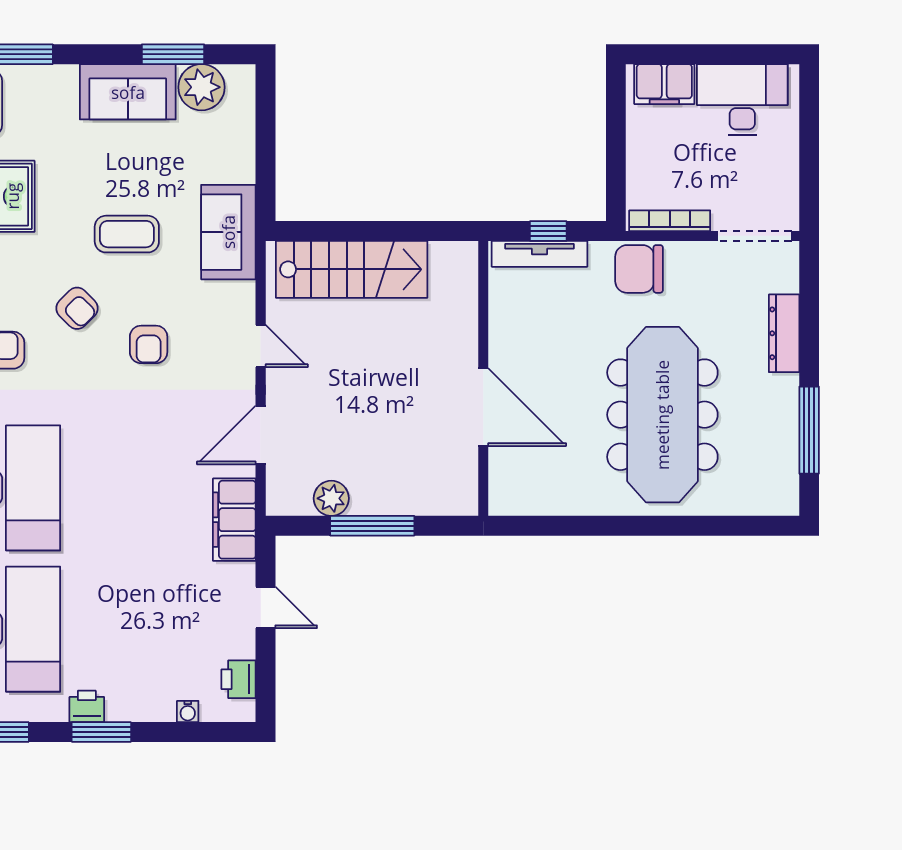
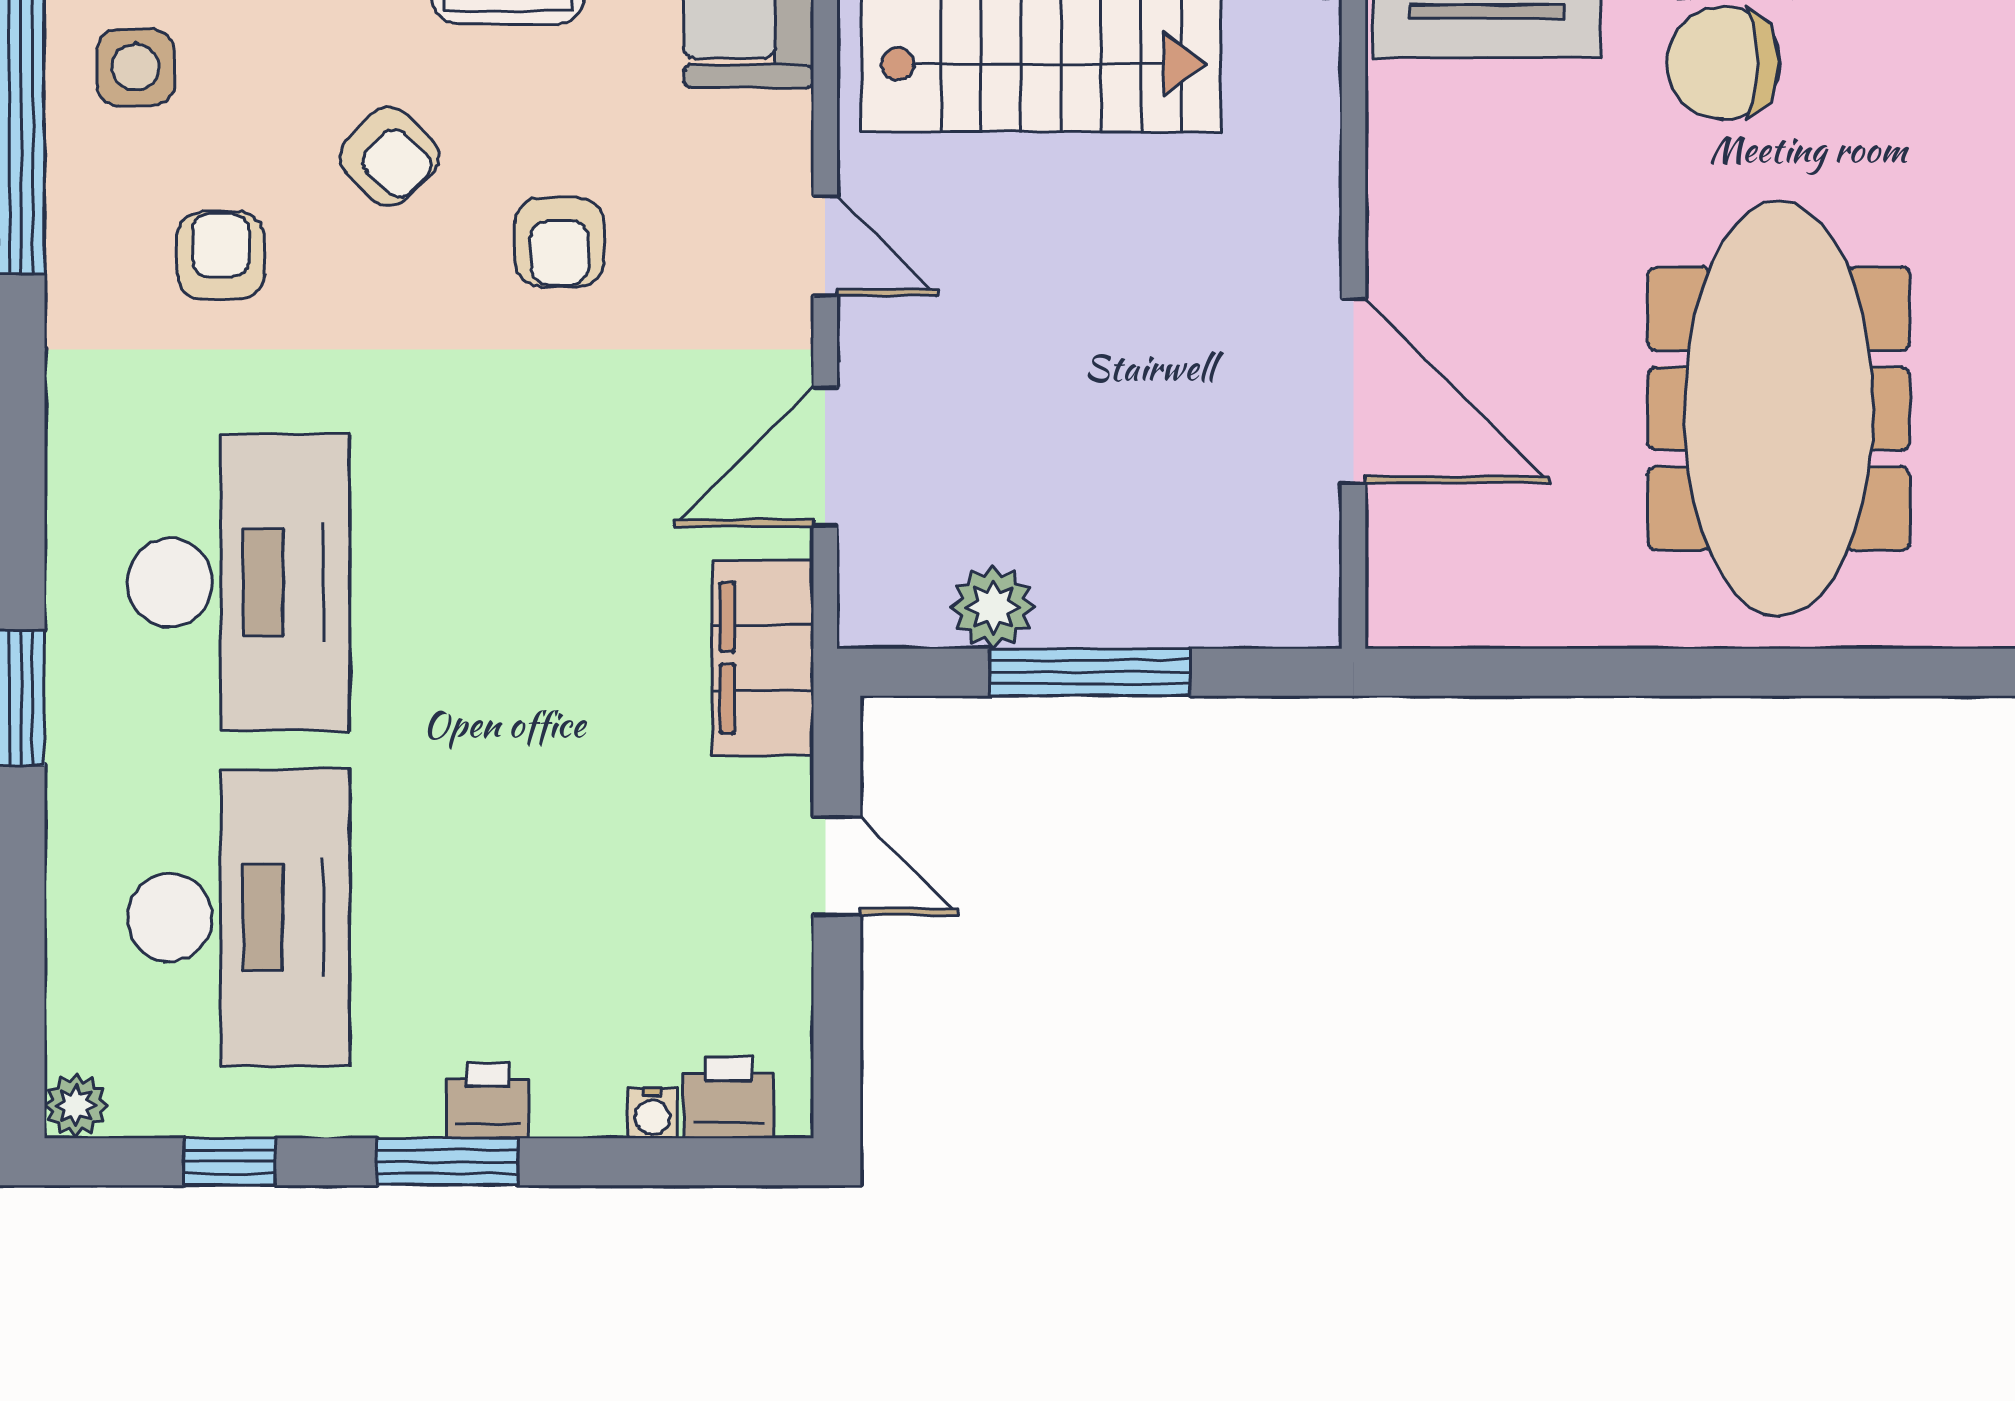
printer: (239, 679) -> (729, 1098), moved, turned 90
printer: (87, 706) -> (488, 1101), moved

